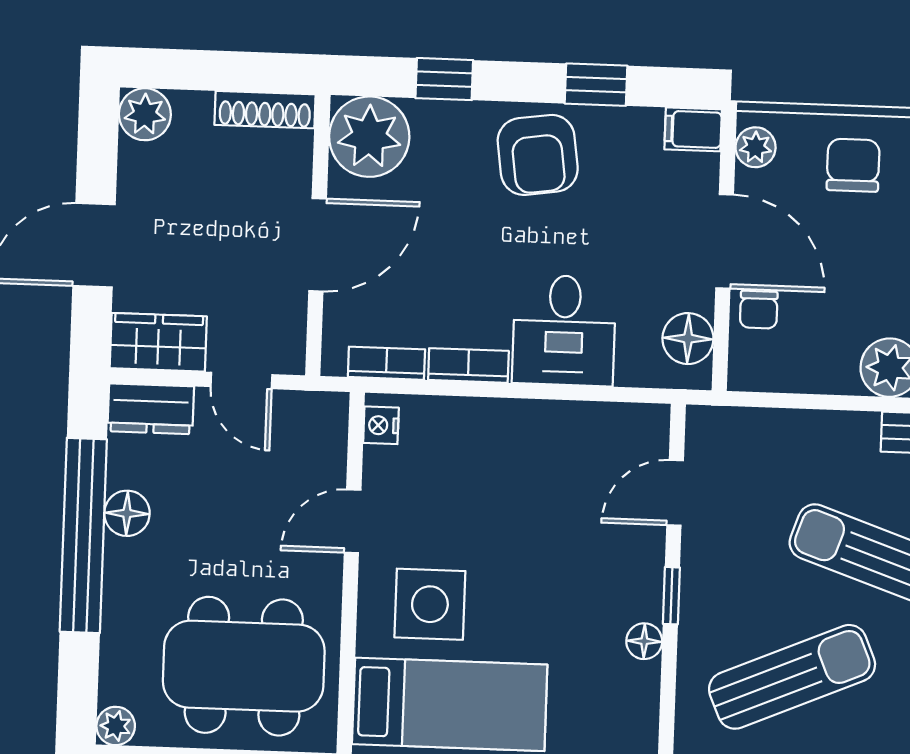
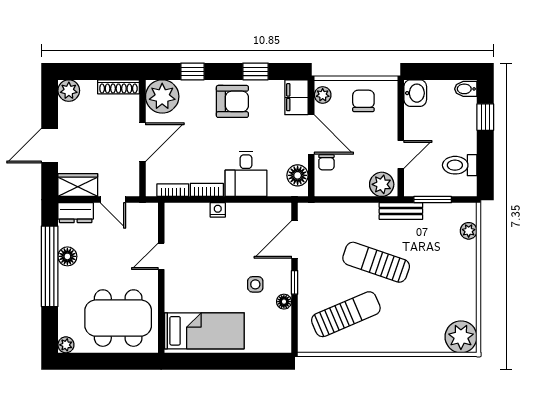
filing cabinet: (693, 129) -> (296, 97), width x2.00
armchair: (538, 155) -> (232, 101), turned -82
nightstand: (381, 425) -> (218, 210), moved, turned 90
door: (675, 493) -> (295, 240), width x1.38
side table: (430, 604) -> (255, 284), moved, width x0.54, depth x0.54

